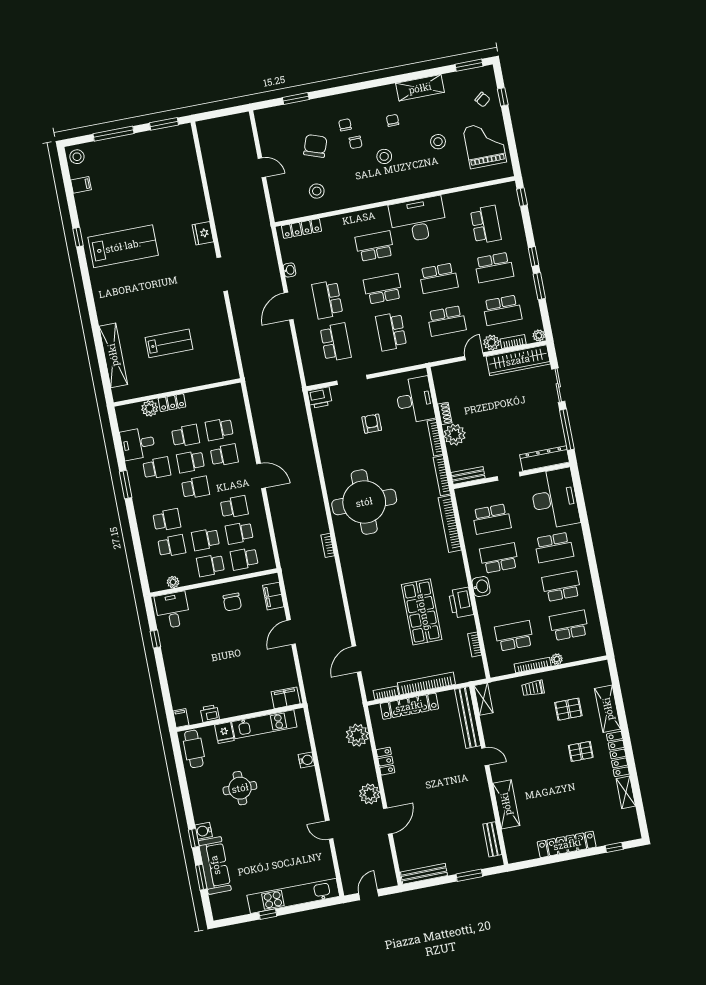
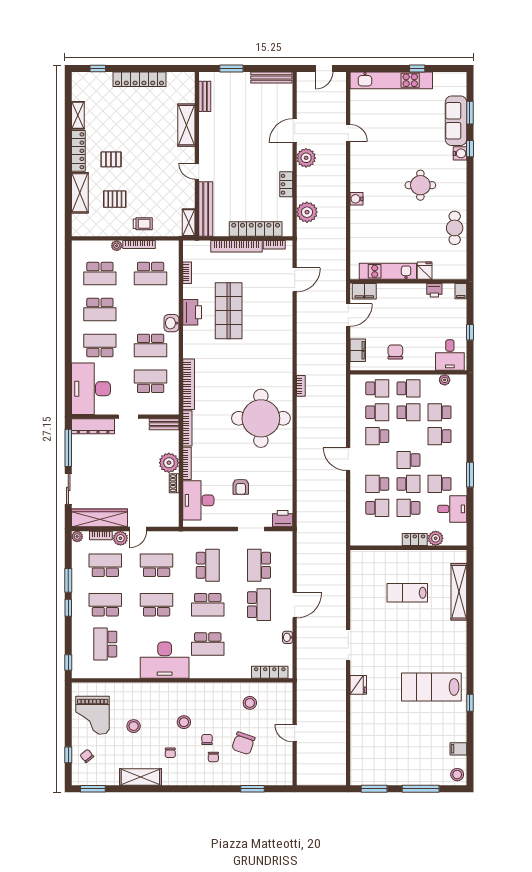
filing cabinet: (286, 698) -> (364, 291), moved
printer: (210, 713) -> (434, 290), moved
filing cabinet: (181, 718) -> (461, 291), moved
wall: (240, 718) -> (408, 281), moved
kitchen unit: (264, 724) -> (388, 271), moved
fridge: (224, 733) -> (425, 271), moved

